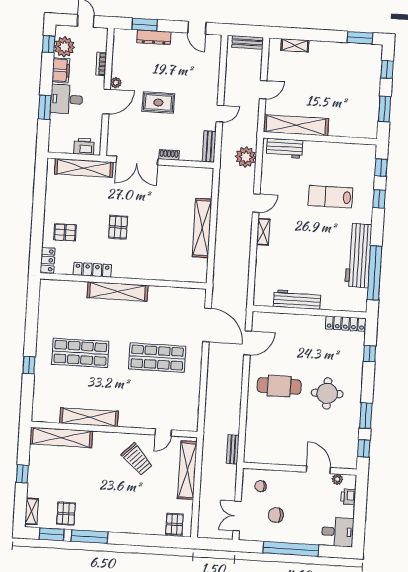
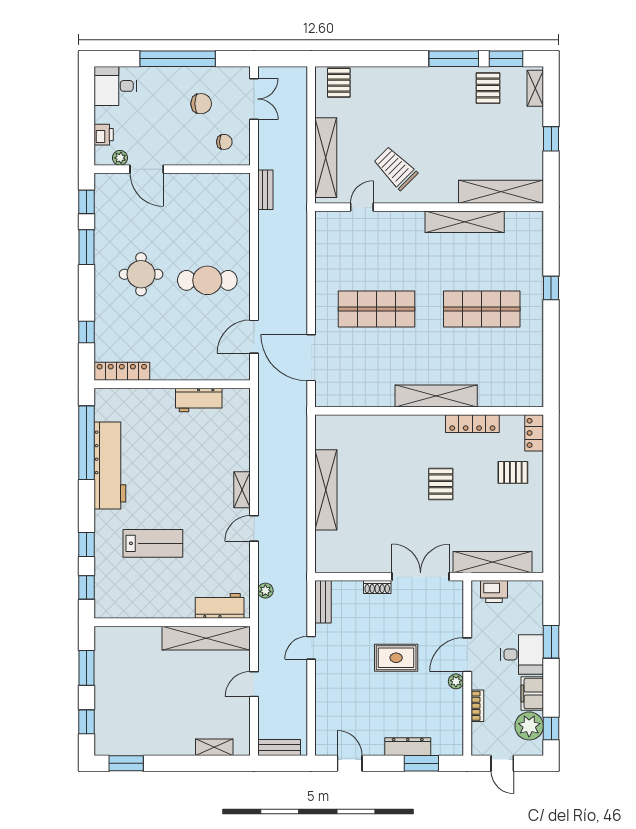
plant: (246, 157) -> (265, 591), width x0.53, depth x0.53
workbench: (297, 300) -> (199, 400), width x0.73

